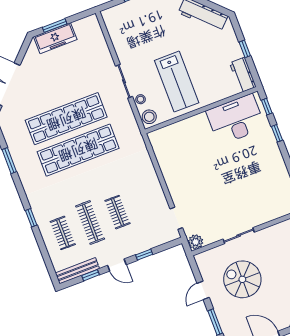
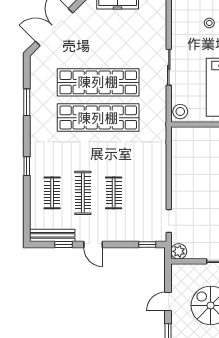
stool: (141, 99) -> (209, 23), moved
window: (144, 255) -> (147, 245), moved

